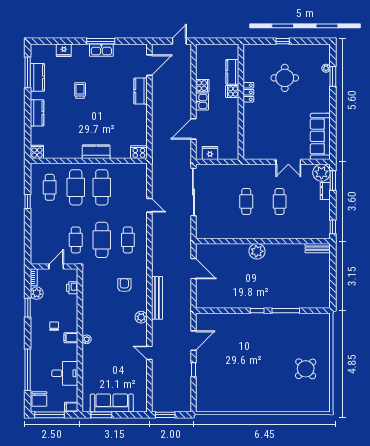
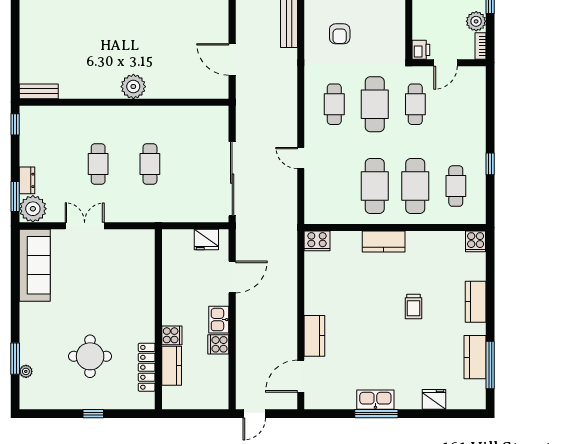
trolley: (80, 90) -> (414, 307), moved
locker: (248, 92) -> (147, 367), moved, width x1.53
printer: (72, 288) -> (421, 50), moved

